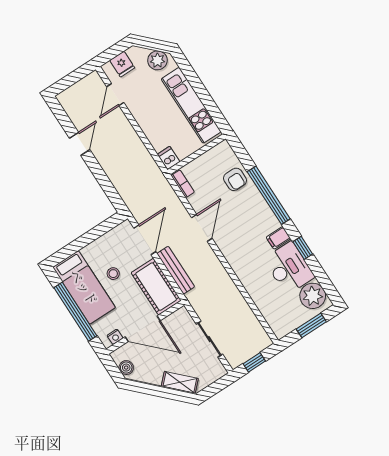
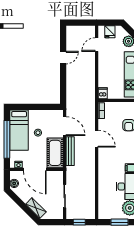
door: (202, 228) -> (97, 139), hinge flipped
door: (145, 240) -> (65, 126), hinge flipped

